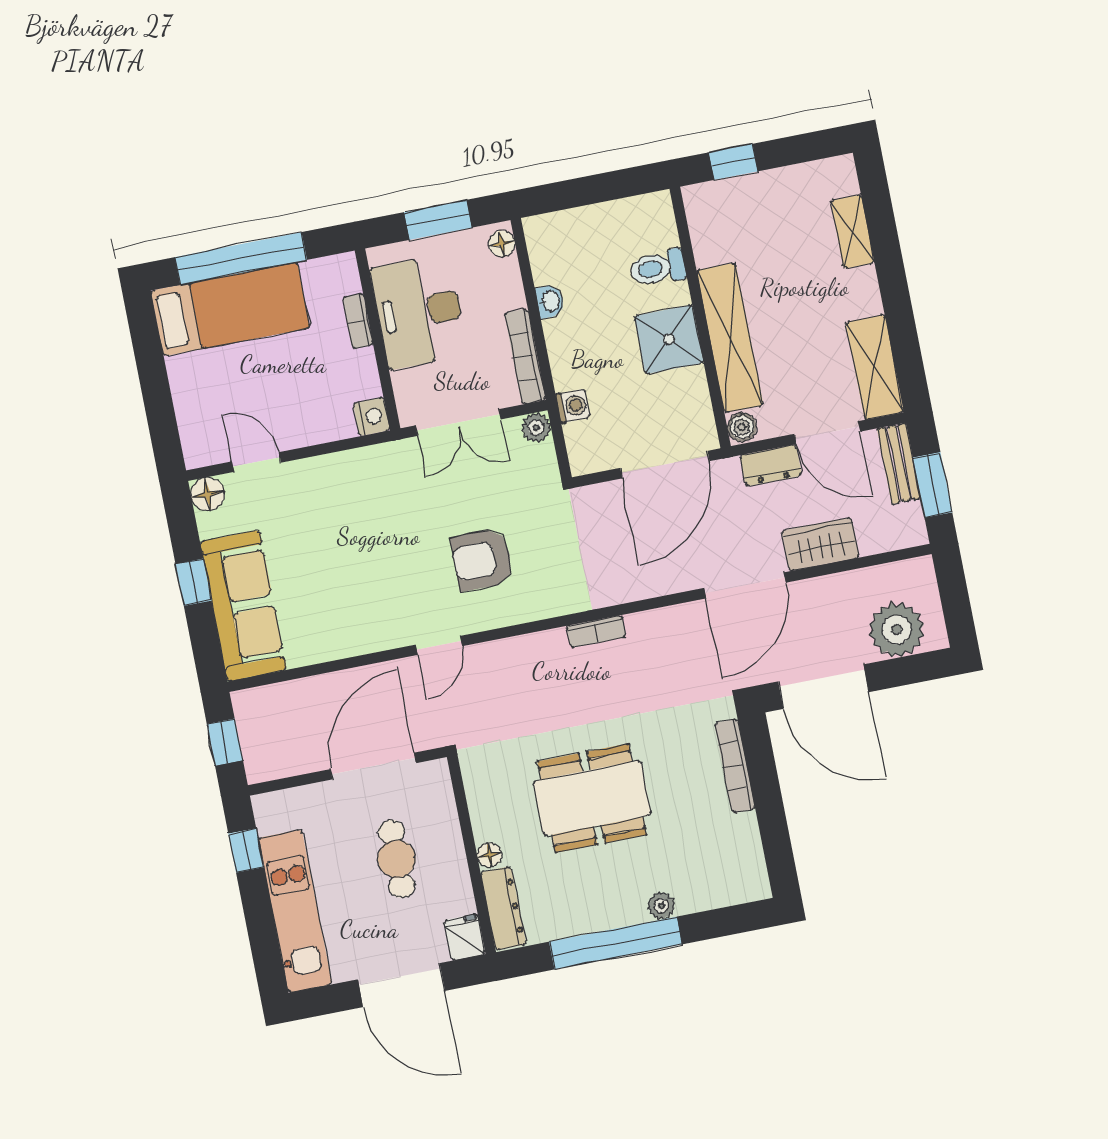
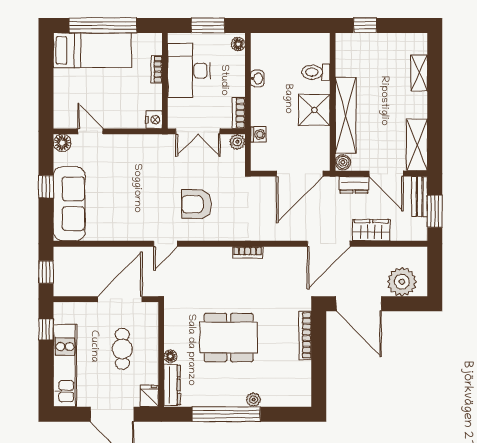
bookcase: (525, 356) -> (239, 113), width x0.64

